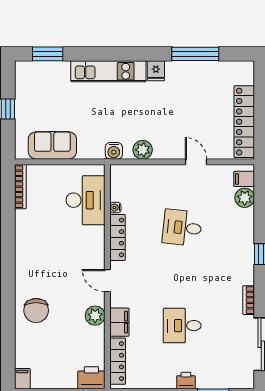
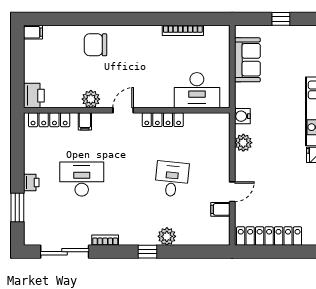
filing cabinet: (244, 179) -> (220, 209), moved, turned -90
bookcase: (20, 187) -> (183, 30), moved
plant: (245, 198) -> (167, 236), moved
water cooler: (115, 208) -> (190, 118), removed
filing cabinet: (119, 322) -> (85, 121), width x0.50
desk: (182, 326) -> (82, 179), width x1.37

